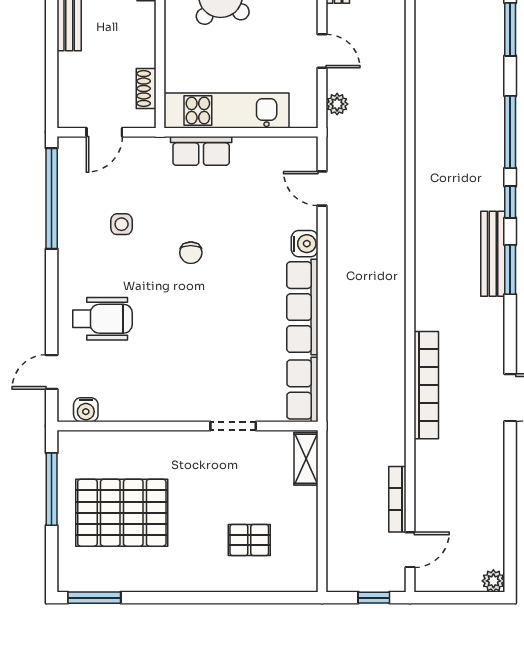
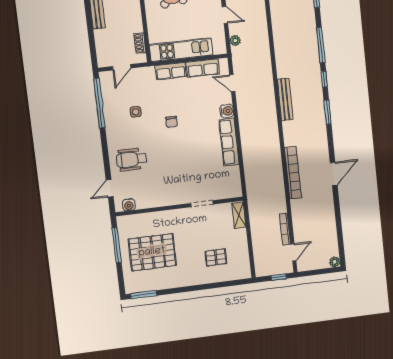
bench: (493, 254) -> (285, 99), moved
wheelchair: (102, 319) -> (132, 159), turned 180
row of seats: (303, 390) -> (203, 68), moved, turned -90

